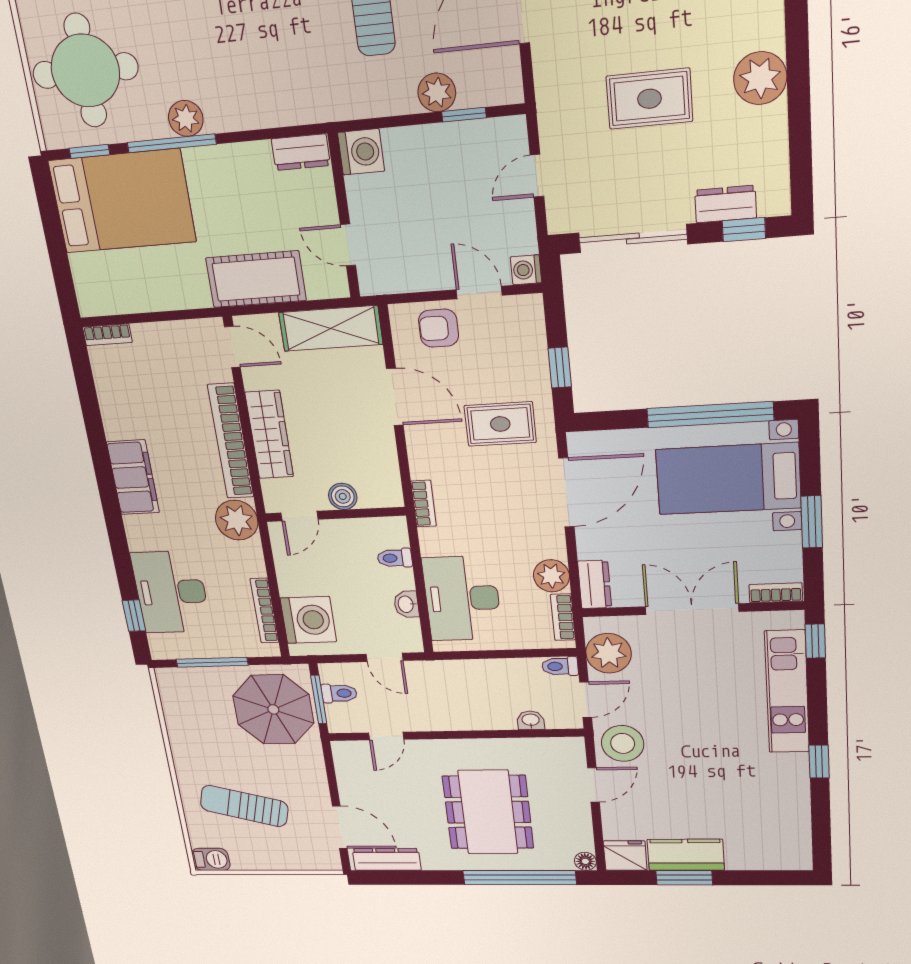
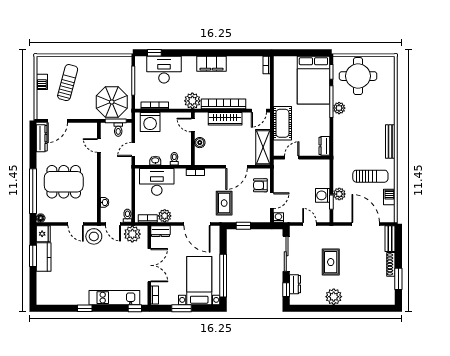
washing machine: (361, 152) -> (323, 195), moved, turned 90
armchair: (439, 328) -> (260, 185), turned -90
barbecue: (211, 859) -> (42, 82), moved

